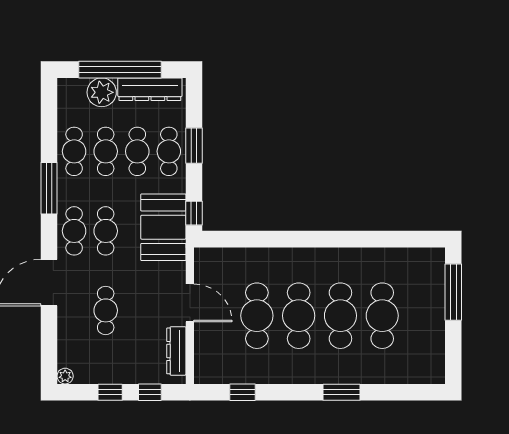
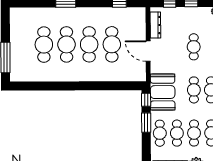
window: (194, 146) -> (146, 123), moved

